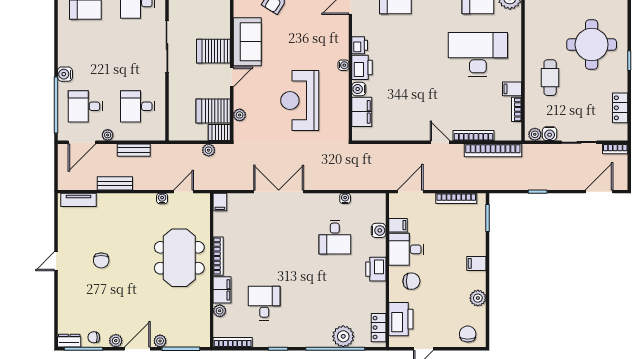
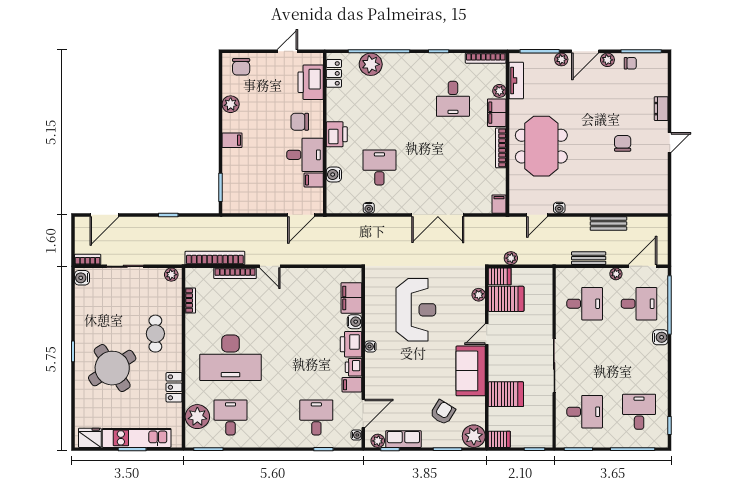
round table: (592, 45) -> (112, 368), turned -33
server rack: (213, 51) -> (506, 394), moved
filing cabinet: (512, 89) -> (352, 385), moved, turned 180
locker: (620, 108) -> (174, 387), moved, turned 180
water cooler: (550, 134) -> (82, 278), moved, turned -90
bookcase: (456, 198) -> (253, 208), removed
tv unit: (78, 200) -> (516, 81), moved, turned 90
dresser: (69, 341) -> (661, 109), moved, turned 90

